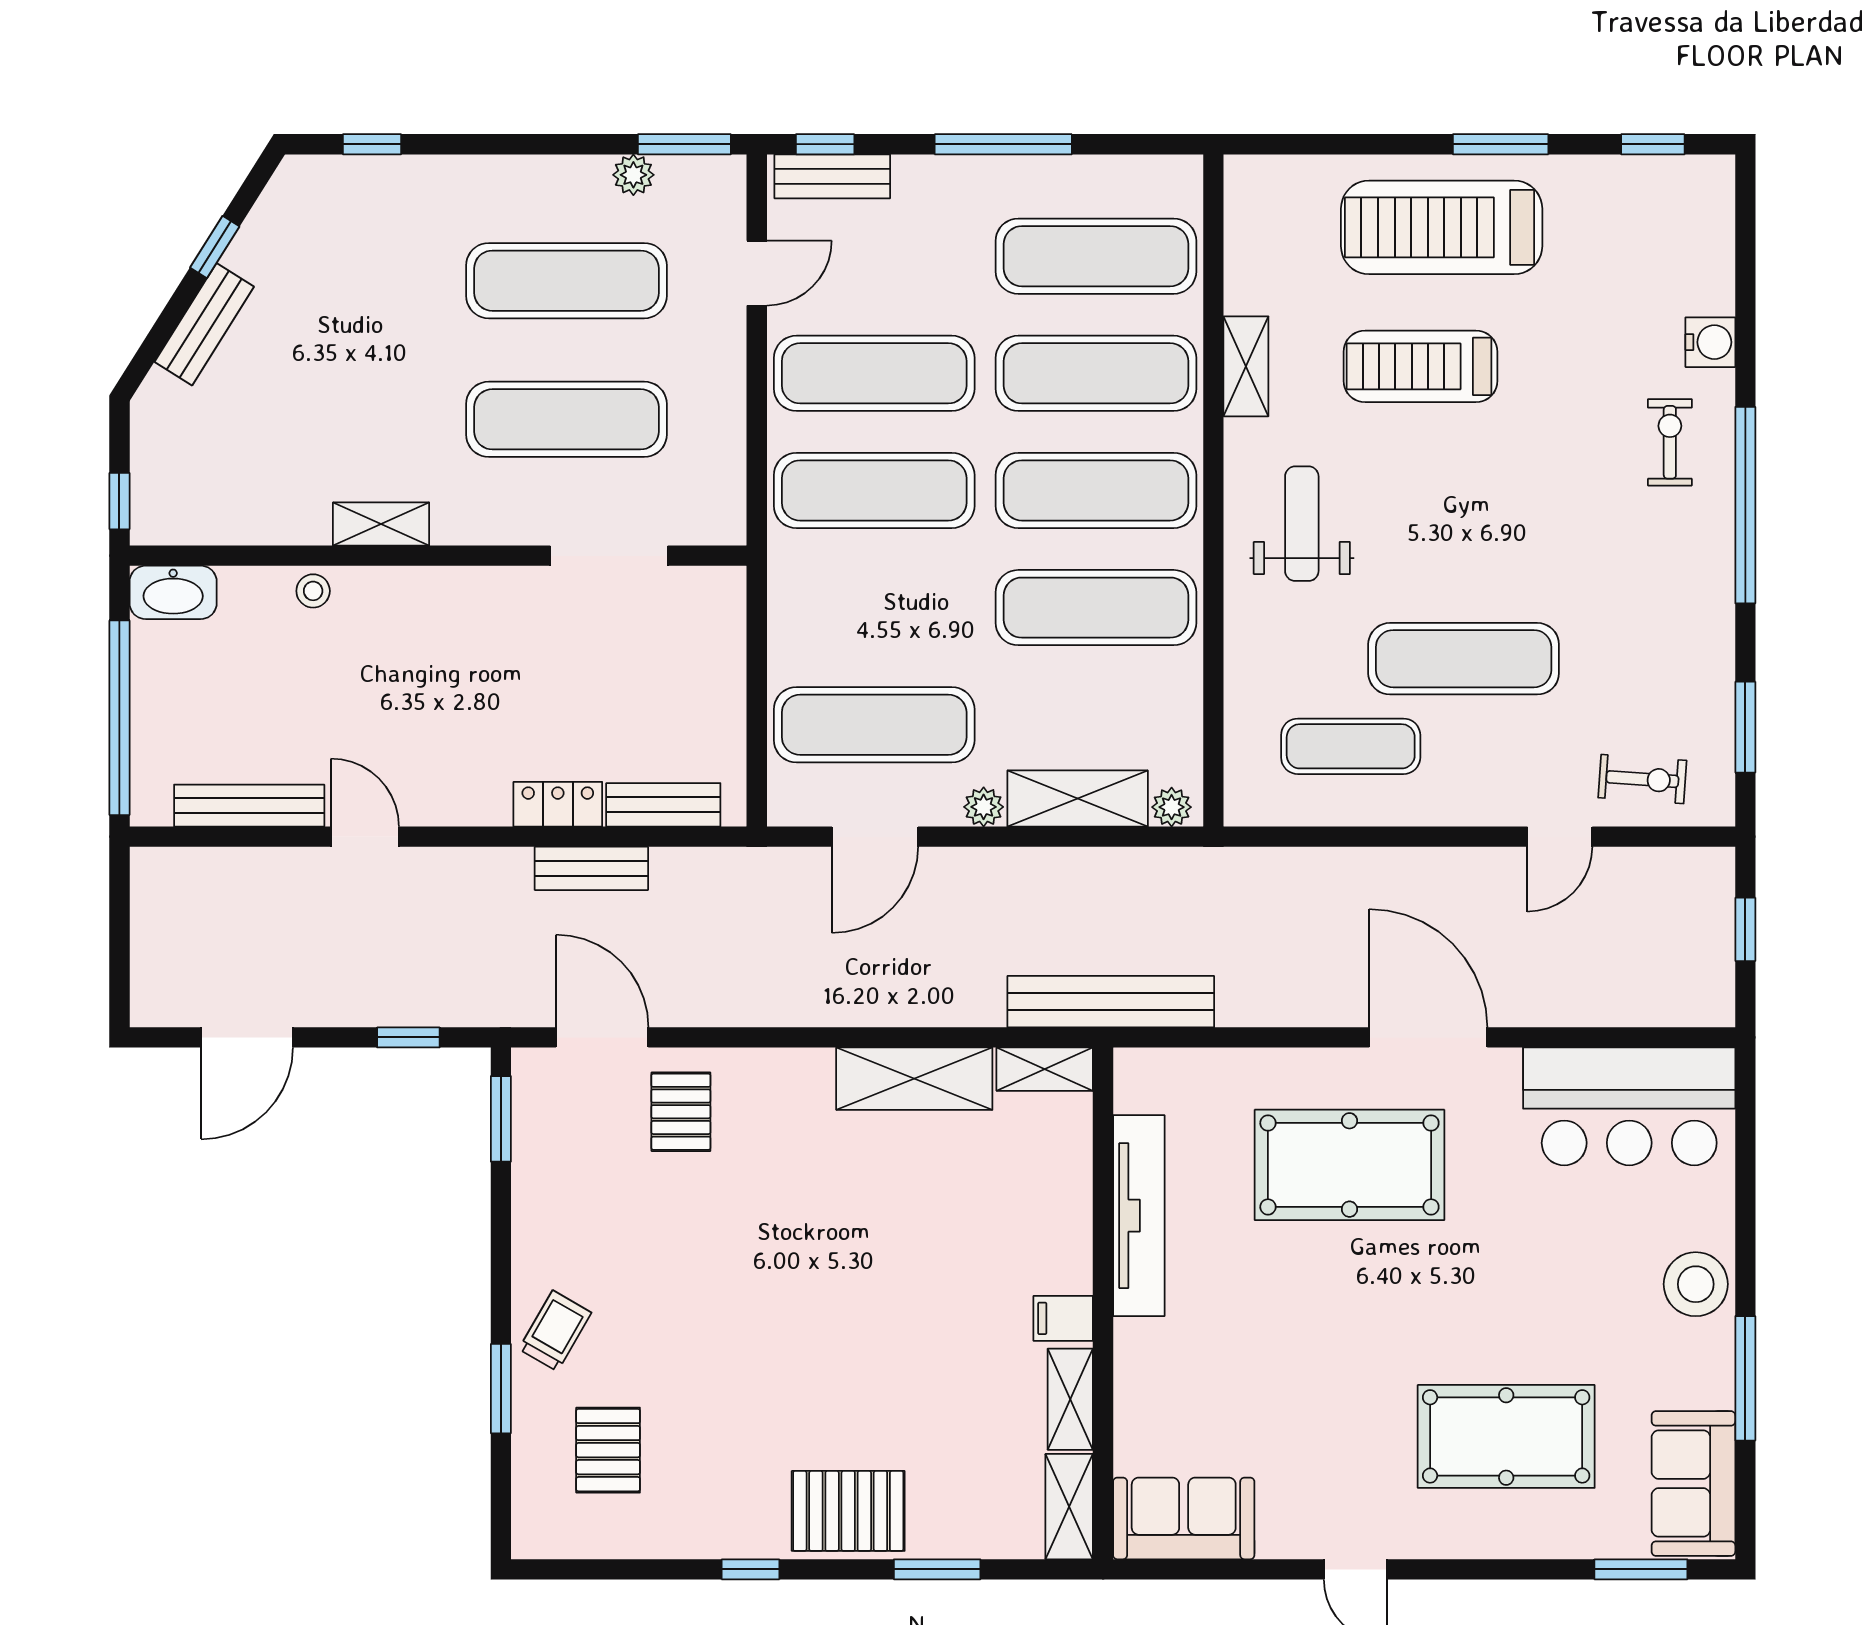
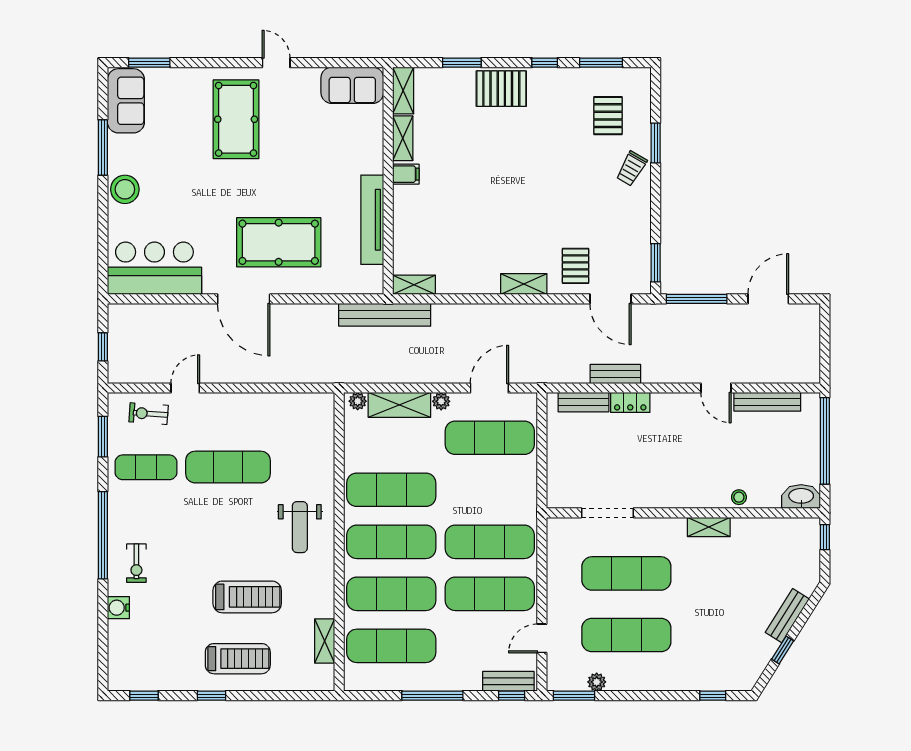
window: (1501, 144) -> (212, 696), width x0.67
treadmill: (1442, 227) -> (238, 659), width x0.73, depth x0.73
shelving: (1246, 366) -> (325, 641), moved
exercise mat: (1351, 746) -> (146, 467), moved
window: (408, 1037) -> (697, 299), width x2.17
shelving: (914, 1079) -> (524, 284), moved, width x0.67, depth x0.75
pool table: (1506, 1436) -> (236, 119), moved, turned 90
window: (624, 1569) -> (601, 63), added

